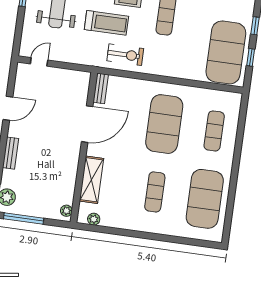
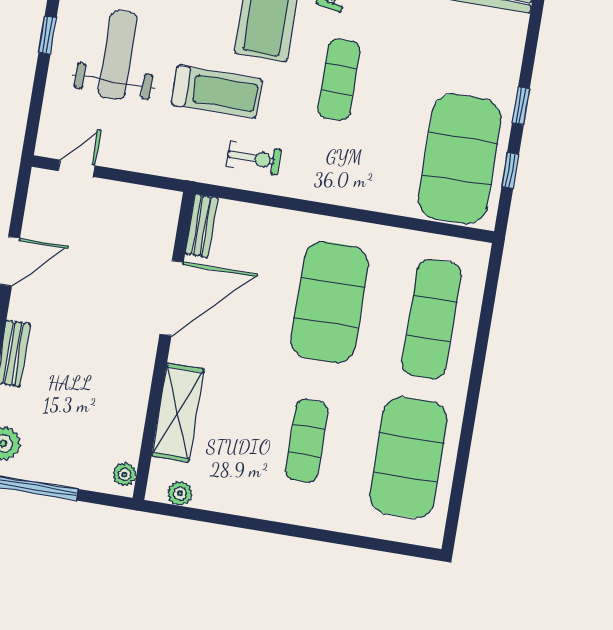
exercise bike: (125, 55) -> (253, 158), width x0.73, depth x0.72
exercise mat: (214, 131) -> (432, 319), width x1.36, depth x1.45

